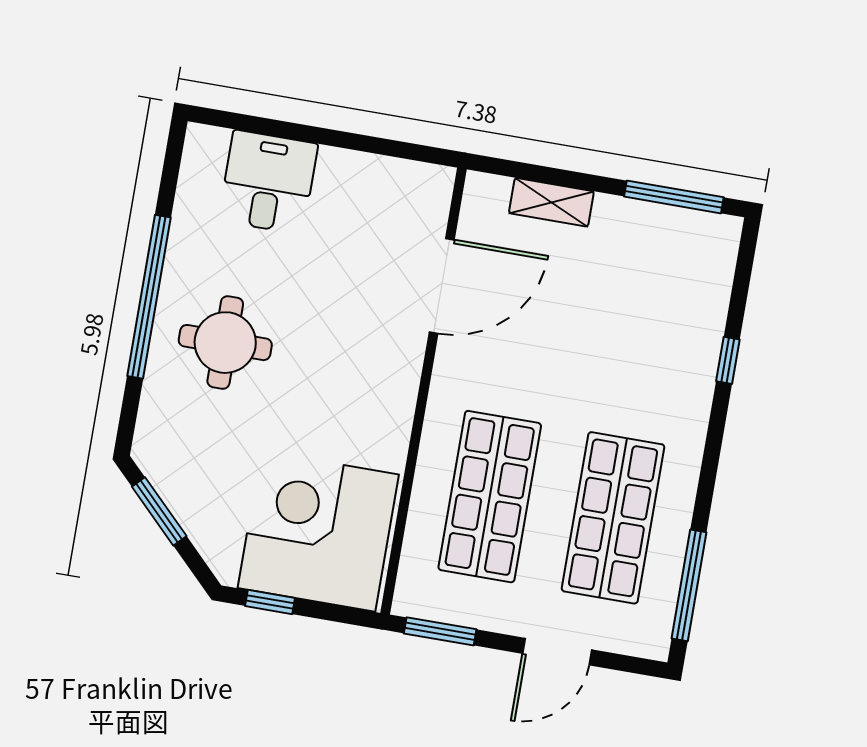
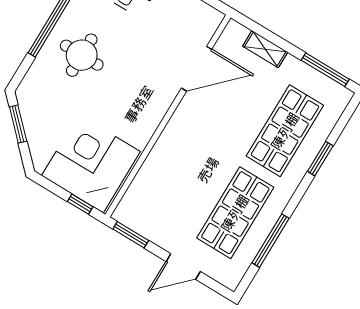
window: (728, 360) -> (320, 159), width x1.50
shop shelf: (490, 497) -> (285, 131), moved
window: (689, 585) -> (271, 241), moved
window: (270, 602) -> (80, 204), moved

